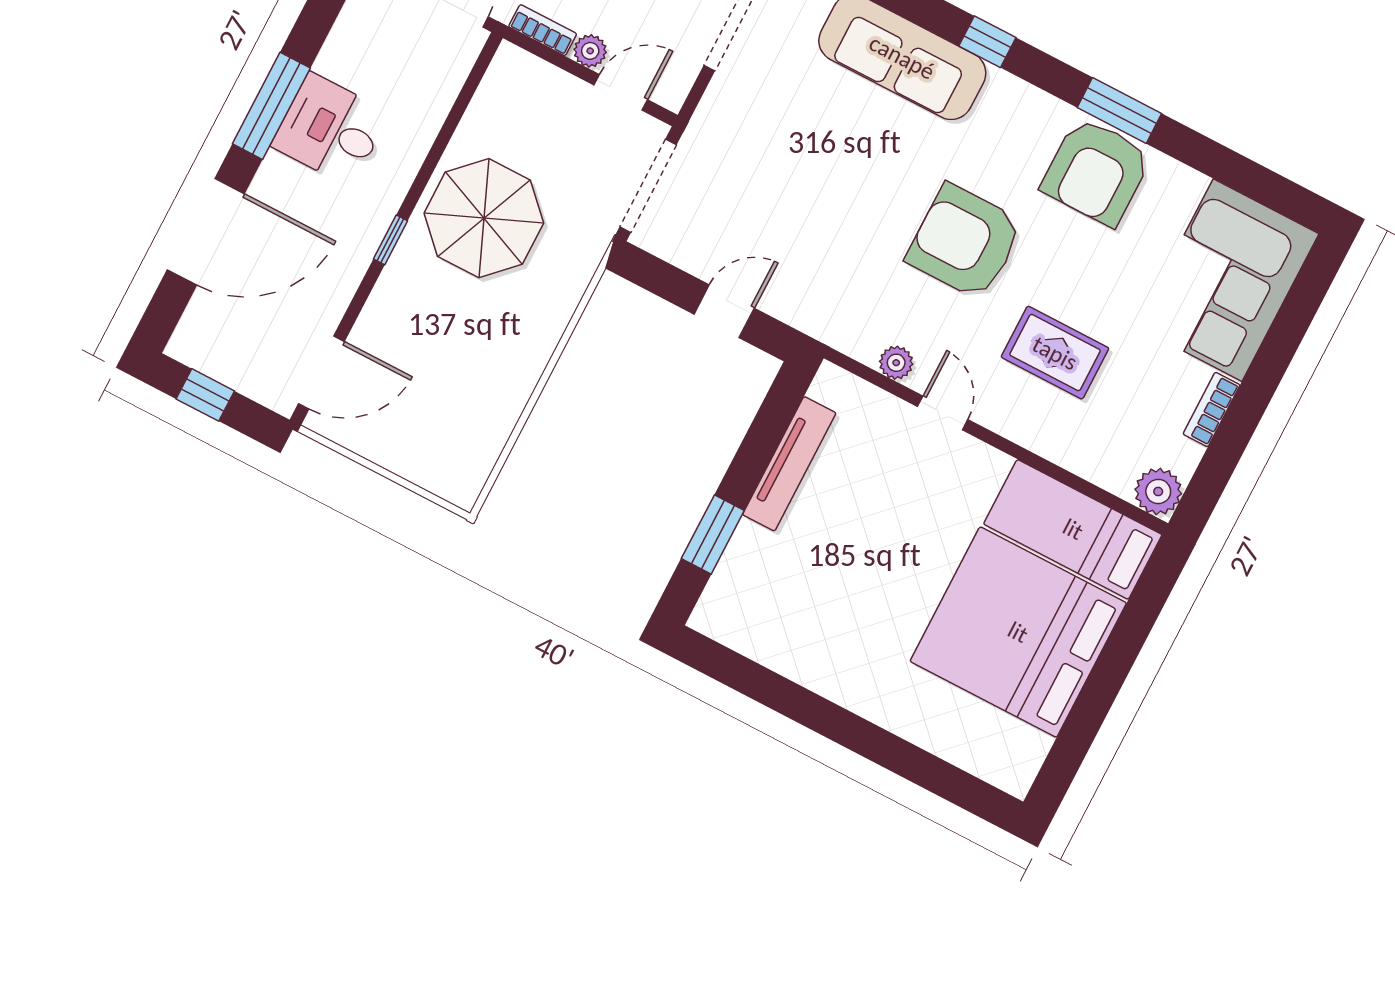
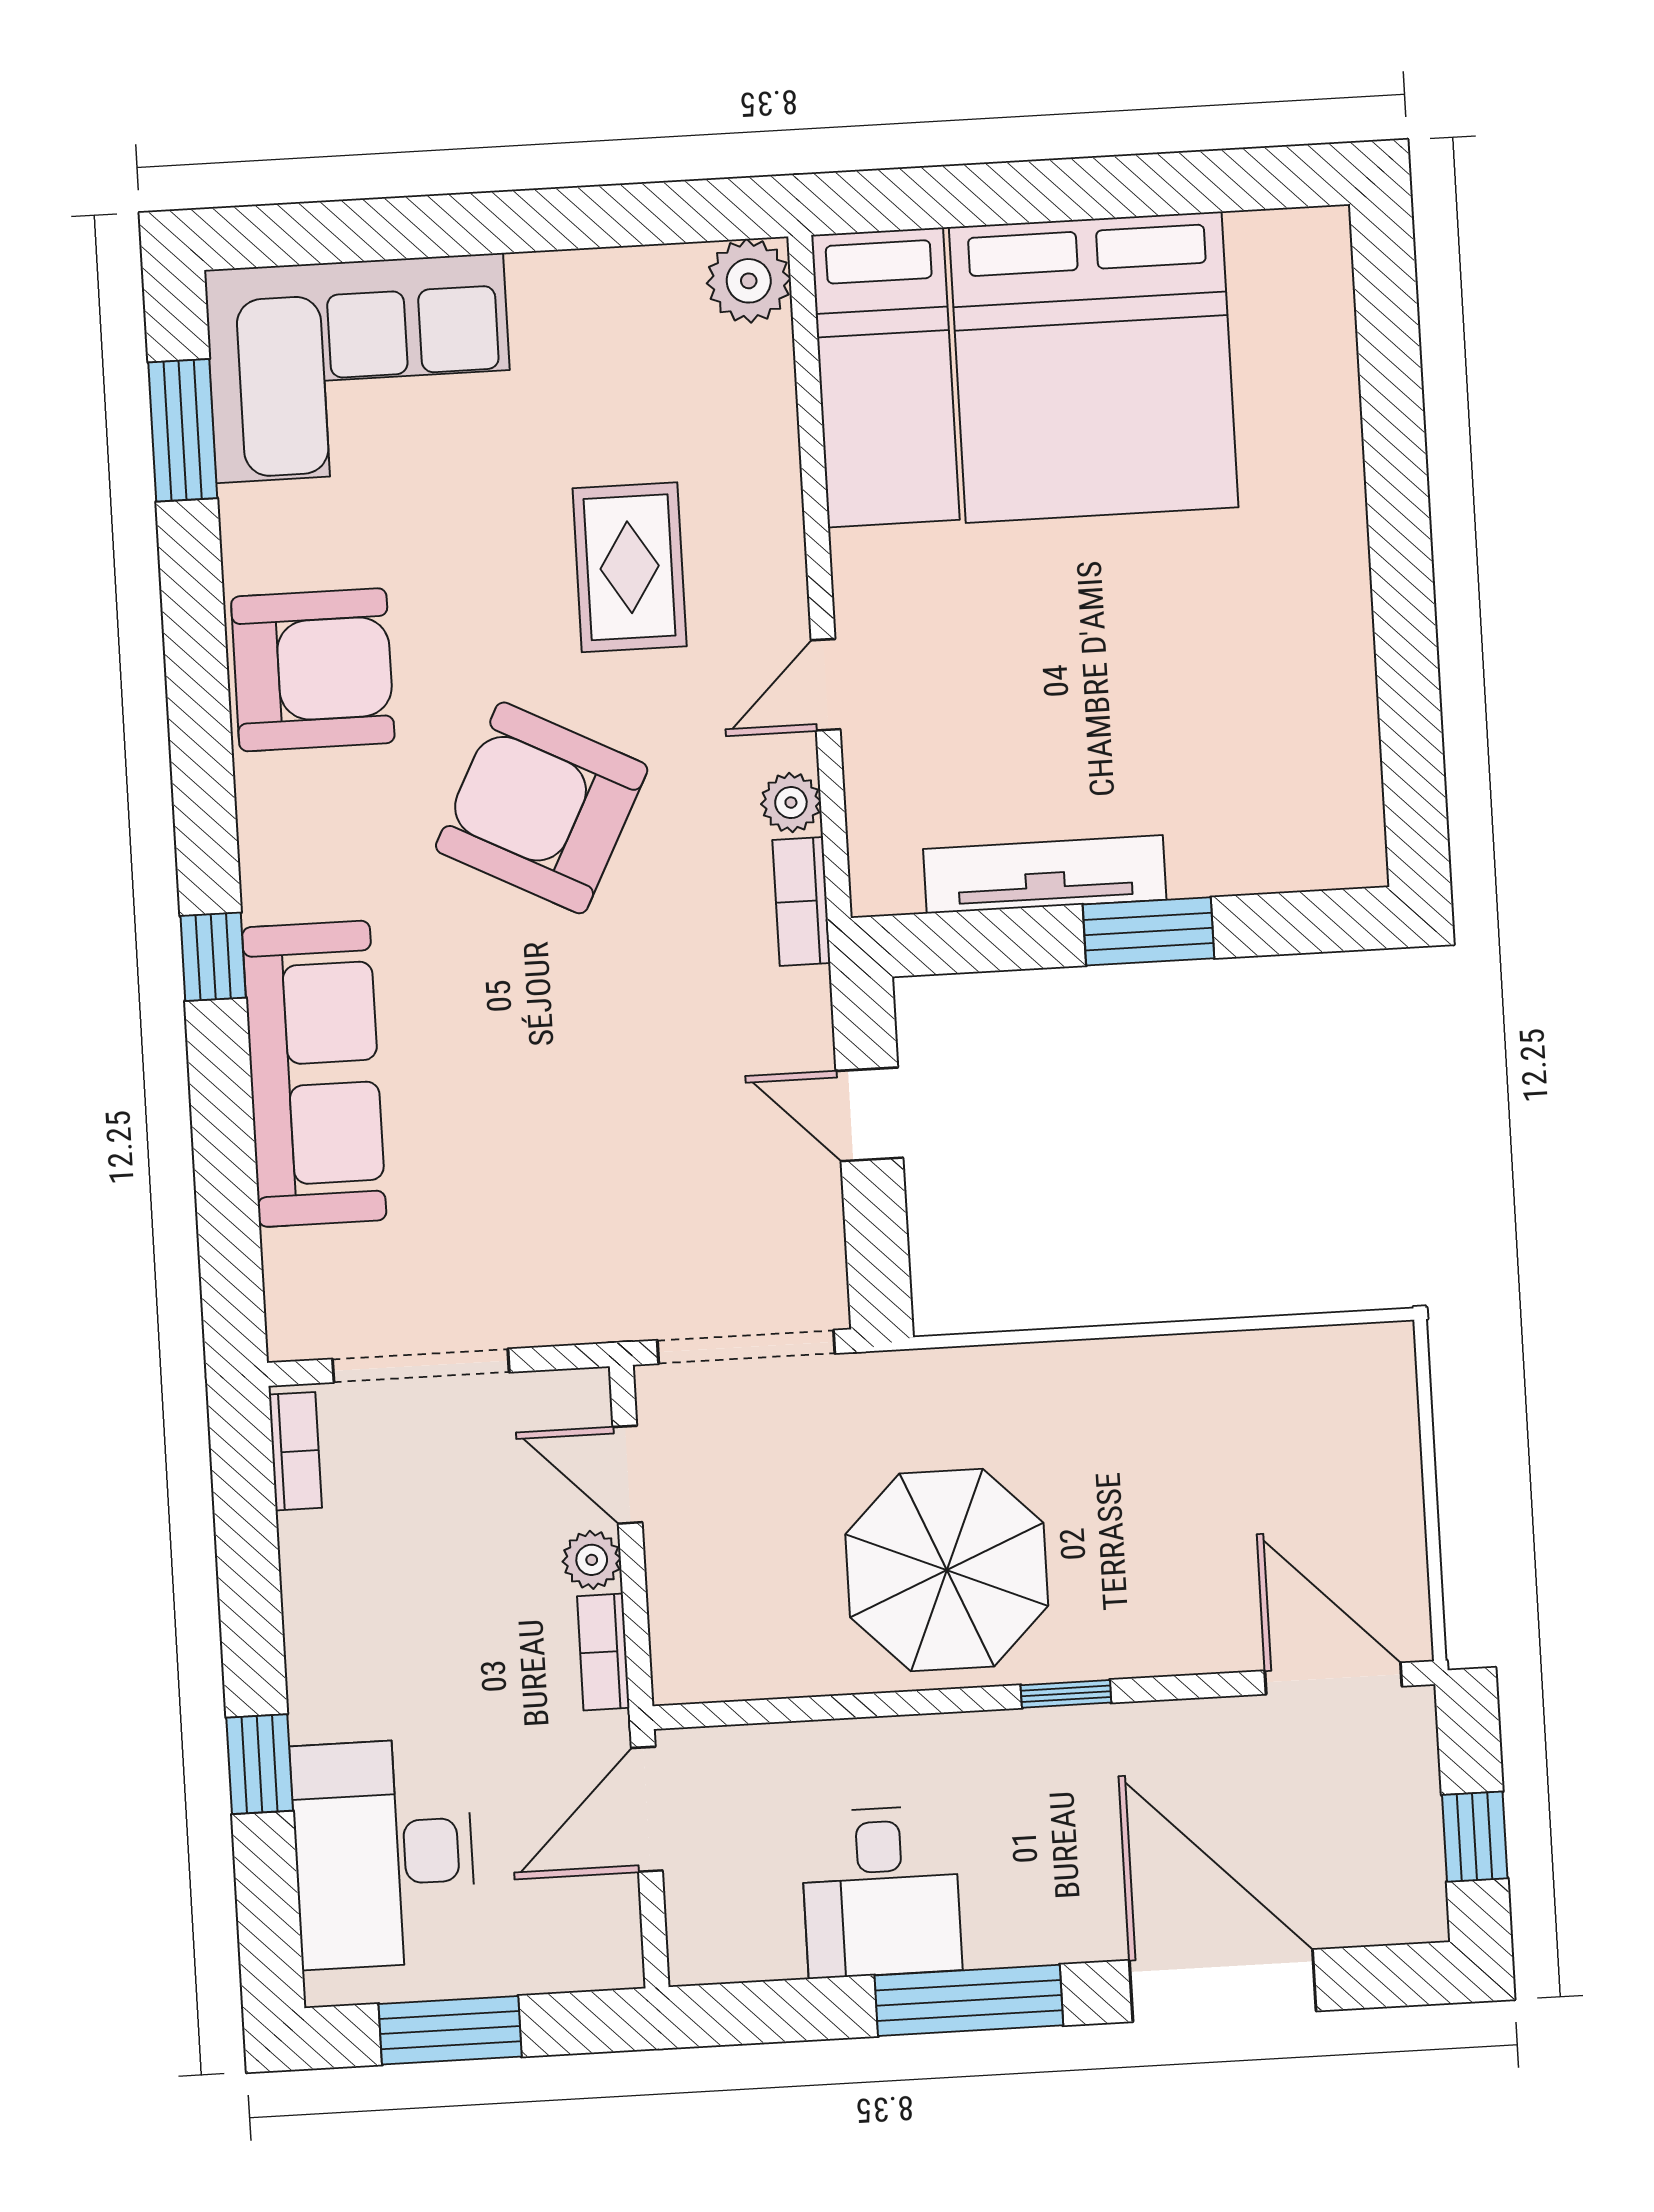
window: (1119, 110) -> (183, 430), moved
desk: (330, 130) -> (881, 1892), moved
armchair: (965, 242) -> (542, 808), turned 117
bookcase: (1212, 409) -> (801, 901), moved, turned 90
window: (713, 535) -> (1148, 931), moved

